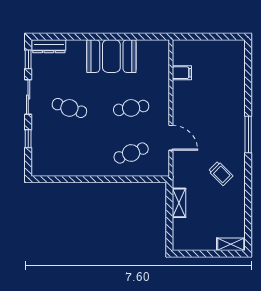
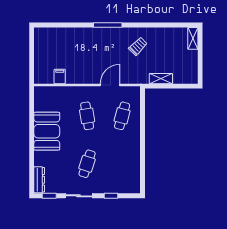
cafe table: (131, 153) -> (122, 116), turned 36

